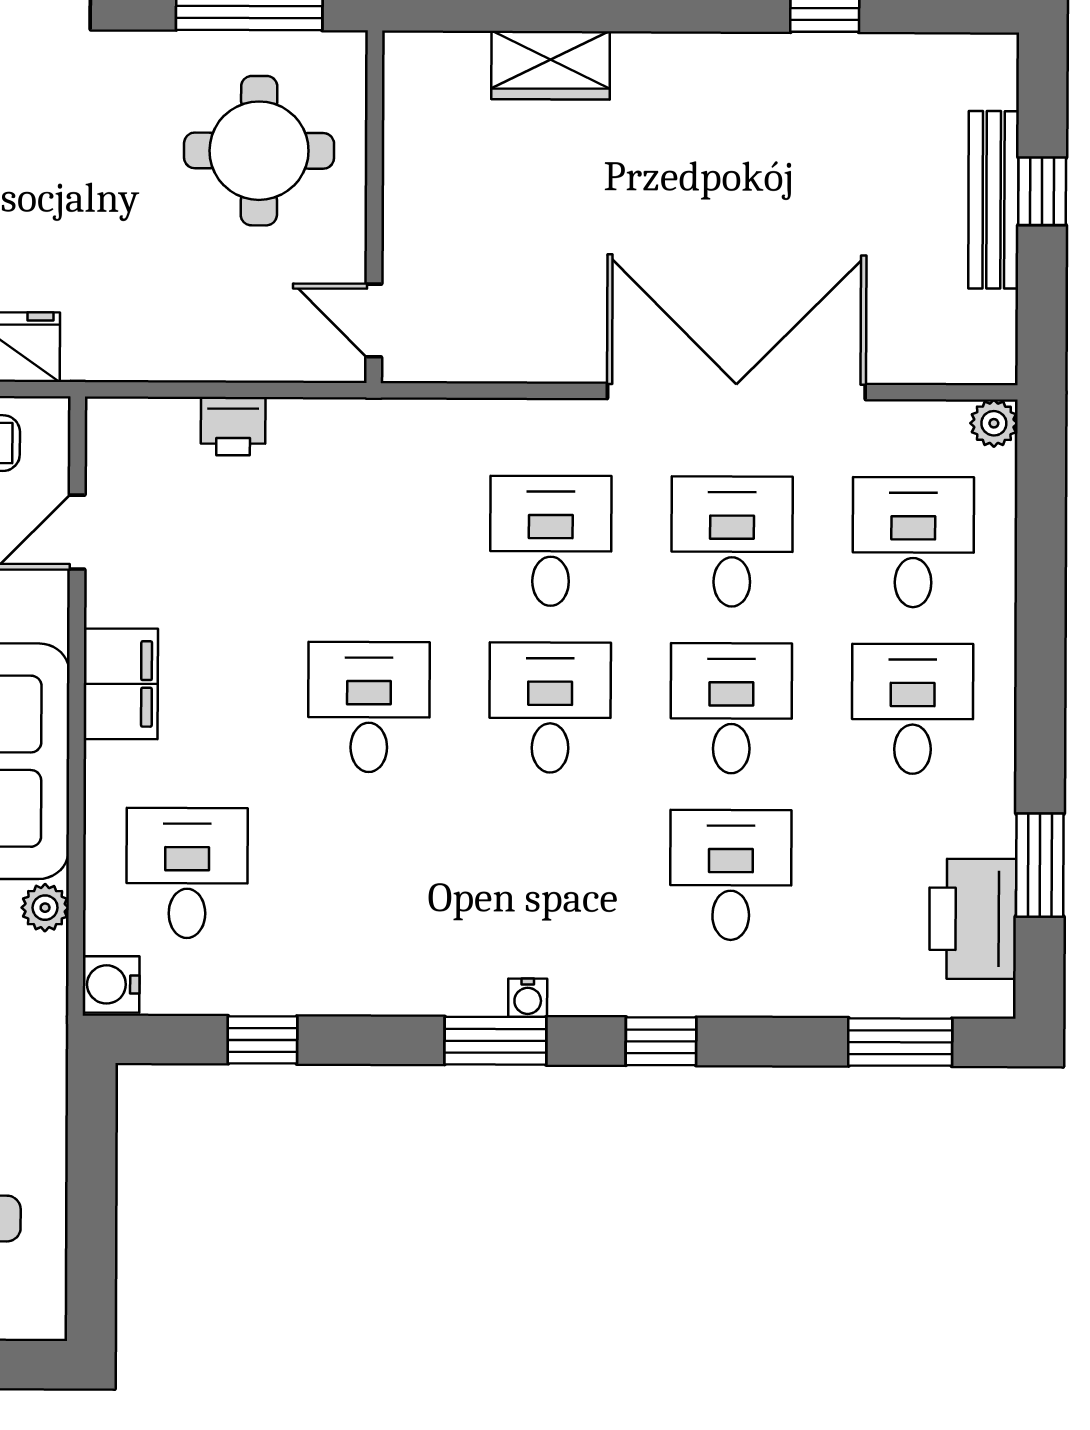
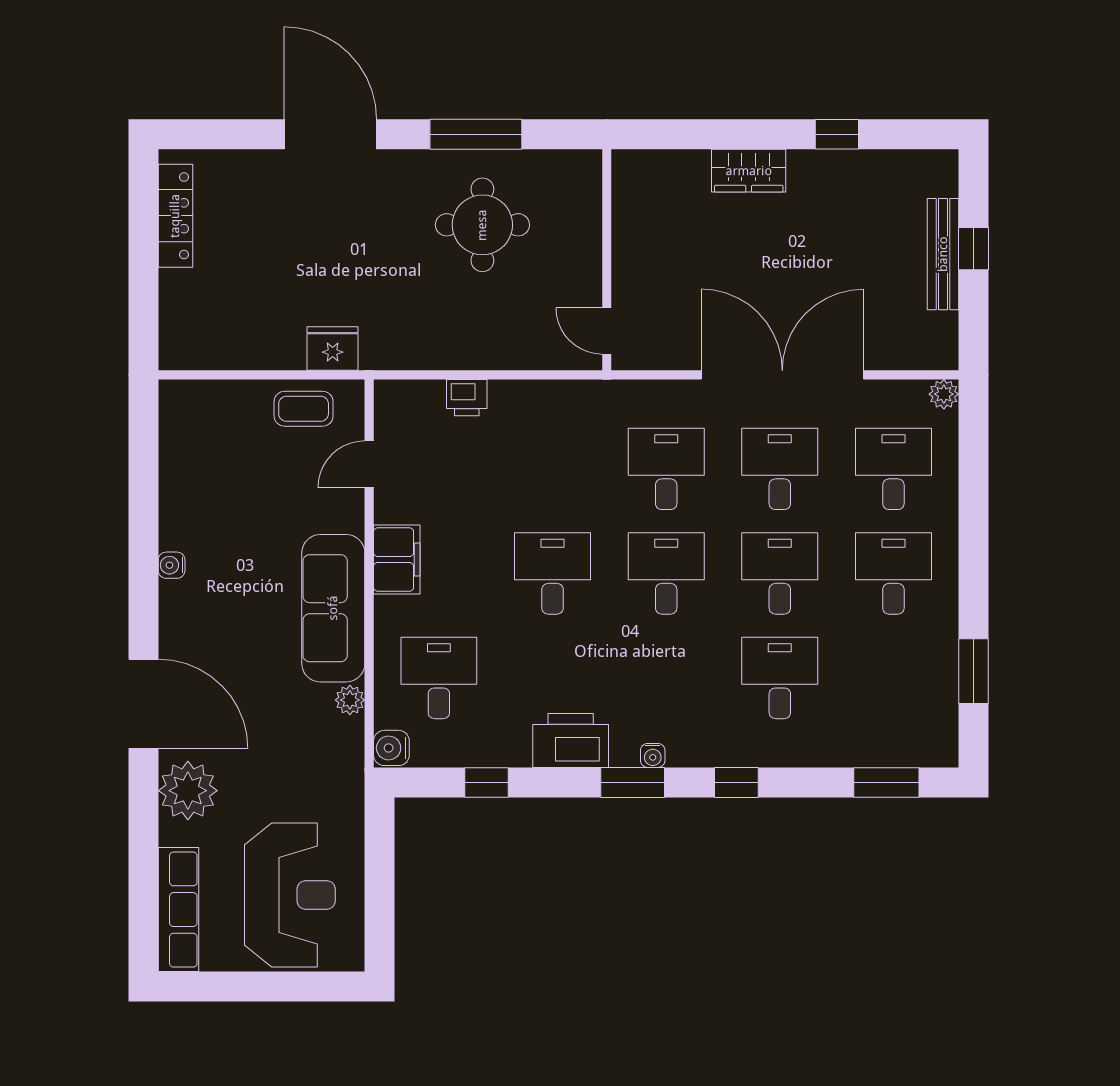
wardrobe: (551, 65) -> (749, 171), moved
wall: (374, 207) -> (607, 260), moved
door: (374, 321) -> (607, 331), moved
printer: (973, 919) -> (571, 741), moved, turned 90

